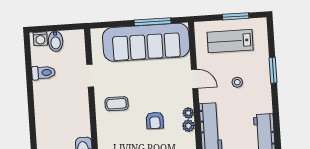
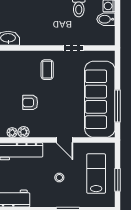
door: (195, 79) -> (65, 140), hinge flipped
plant: (188, 113) -> (12, 132), moved

